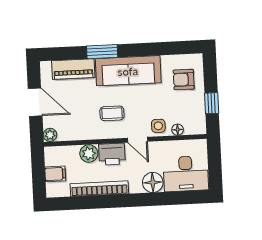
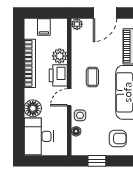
armchair: (184, 80) -> (118, 138), turned 90

